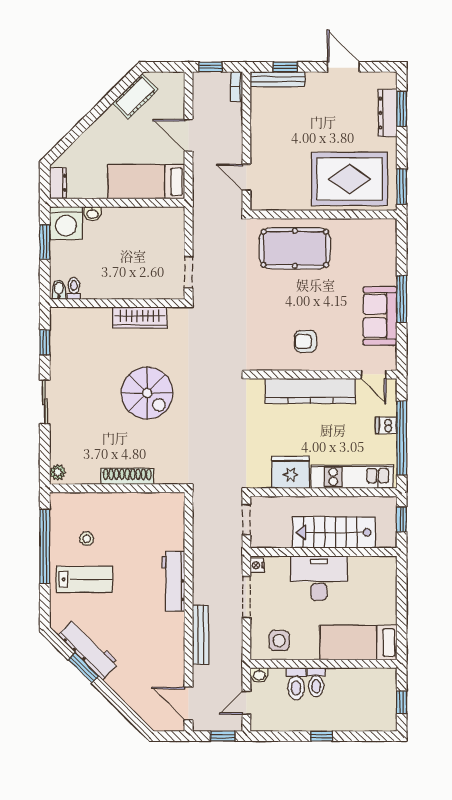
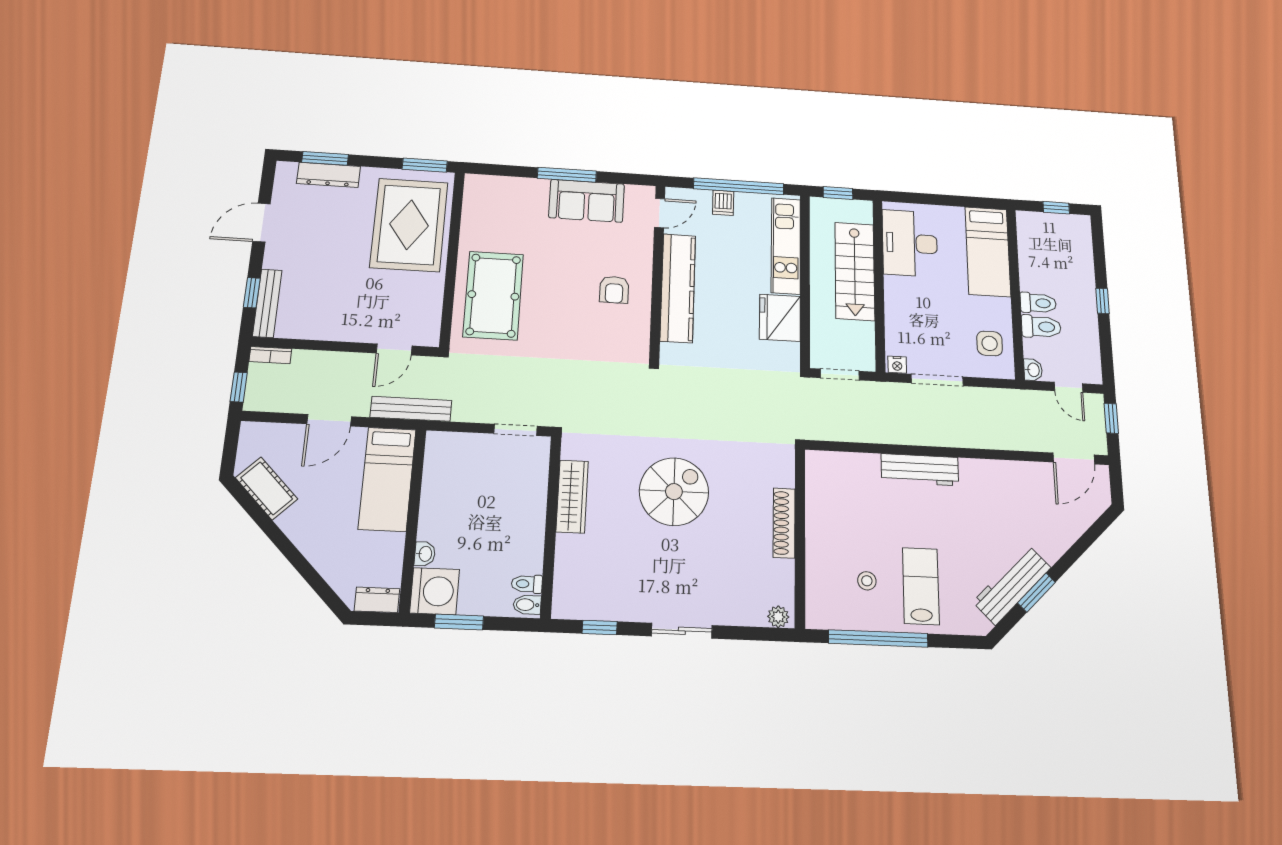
desk: (319, 578) -> (910, 243), moved
bench: (201, 635) -> (411, 409), moved

